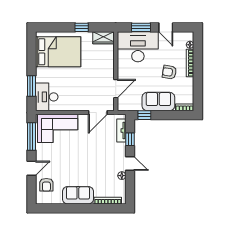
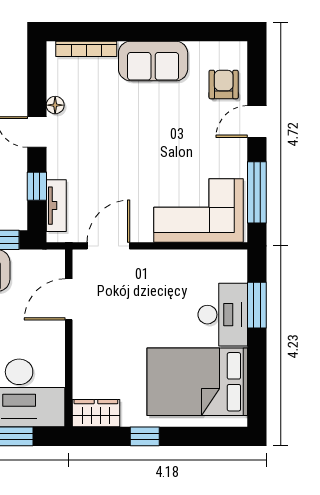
desk: (47, 97) -> (223, 315), moved

